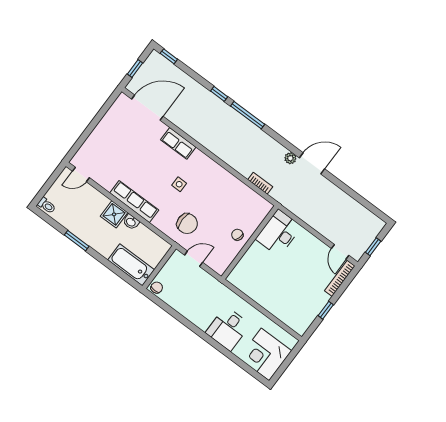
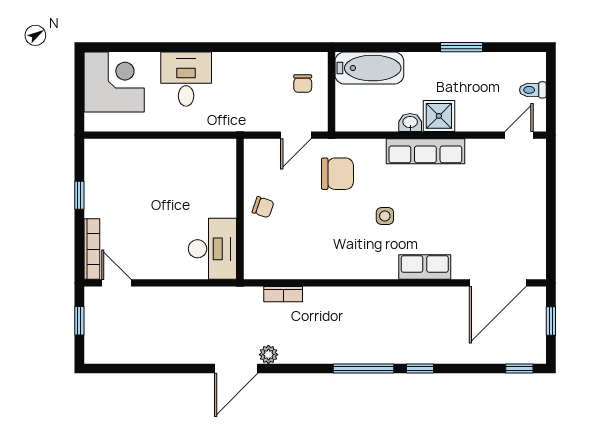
toilet: (47, 205) -> (533, 90), moved
chair: (187, 224) -> (337, 174), turned 180
chair: (157, 288) -> (303, 84), moved

